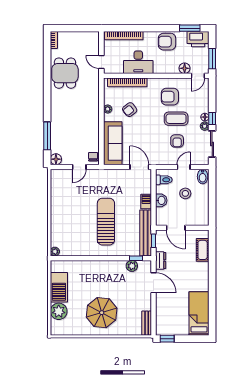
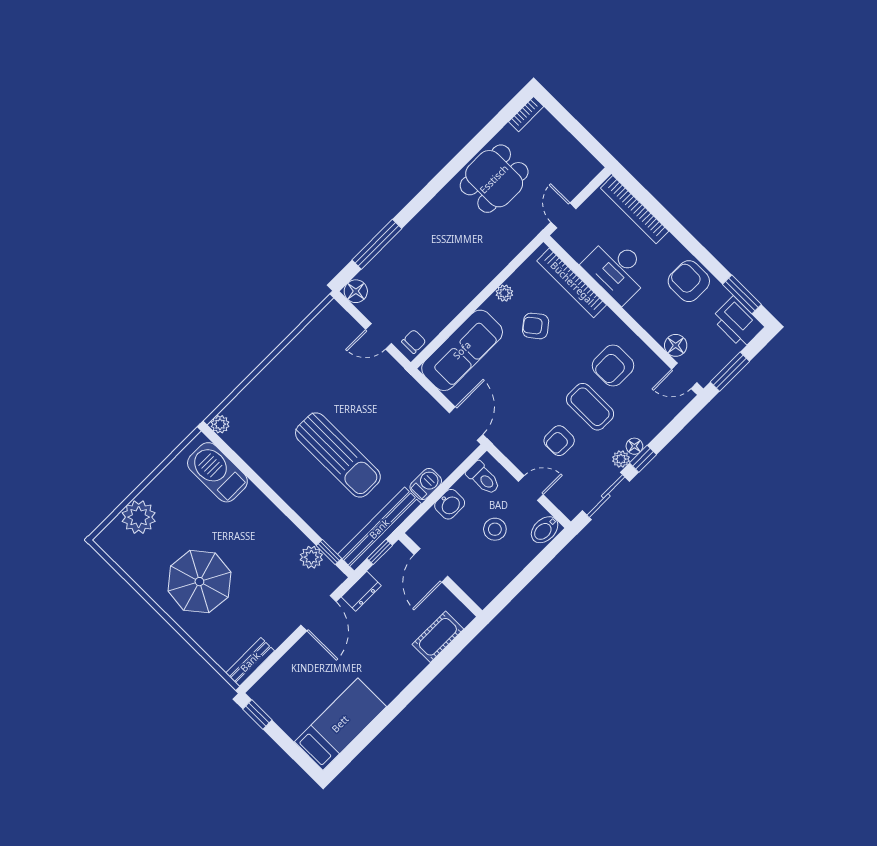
armchair: (170, 97) -> (613, 366), turned -90
sun lounger: (106, 222) -> (338, 455), turned 90
barbecue: (59, 287) -> (217, 472), moved, turned 90

